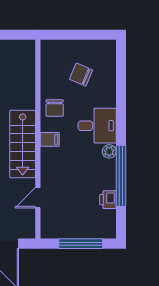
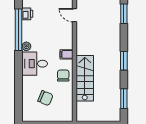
stairs: (23, 144) -> (85, 78), moved
door: (38, 198) -> (74, 15), swing flipped

